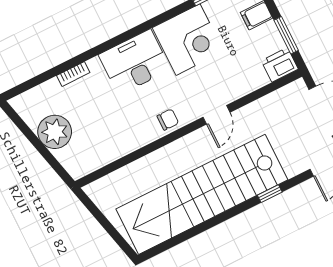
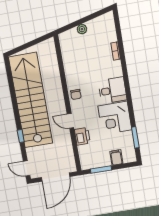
desk: (135, 62) -> (112, 90), width x0.73
printer: (280, 65) -> (82, 136), moved
plant: (55, 132) -> (82, 29), width x0.53, depth x0.53

